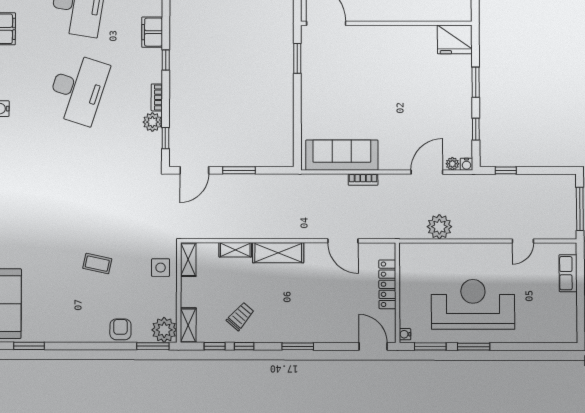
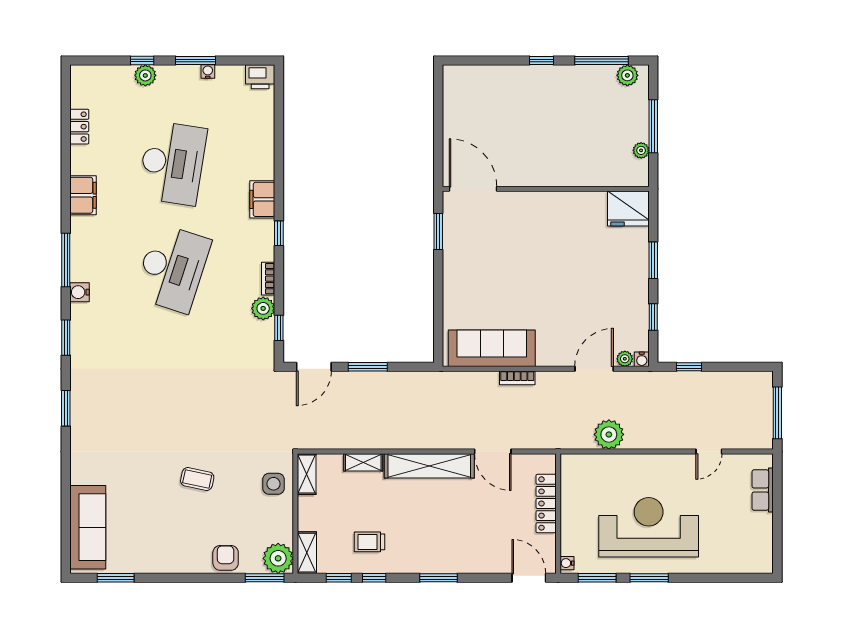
shelving: (278, 253) -> (429, 466), width x1.47
trolley: (240, 316) -> (370, 542), turned -131

